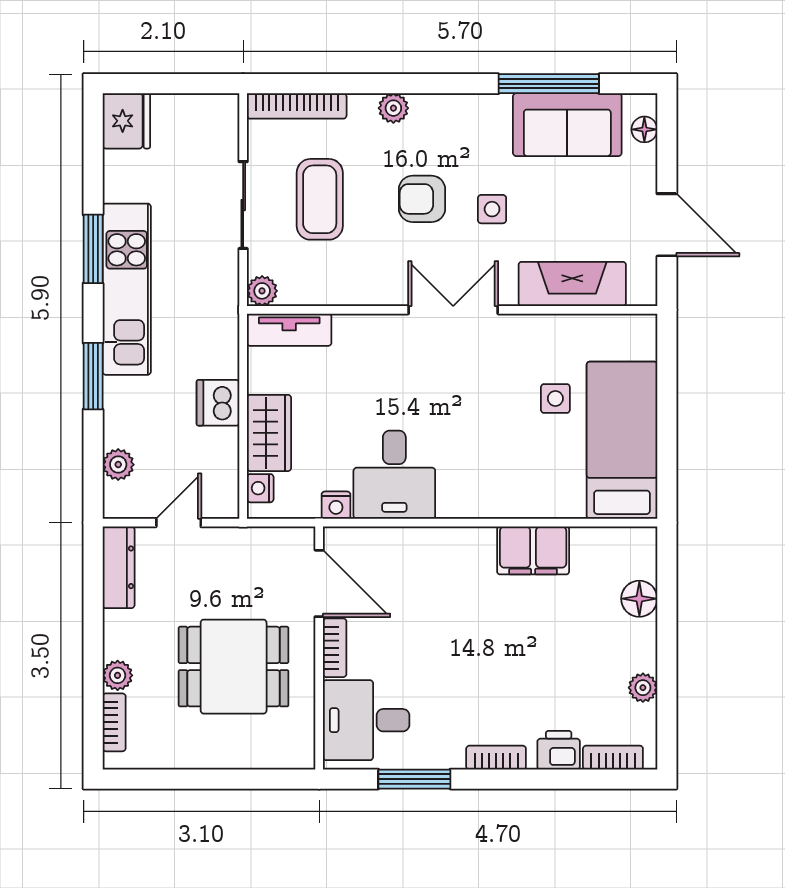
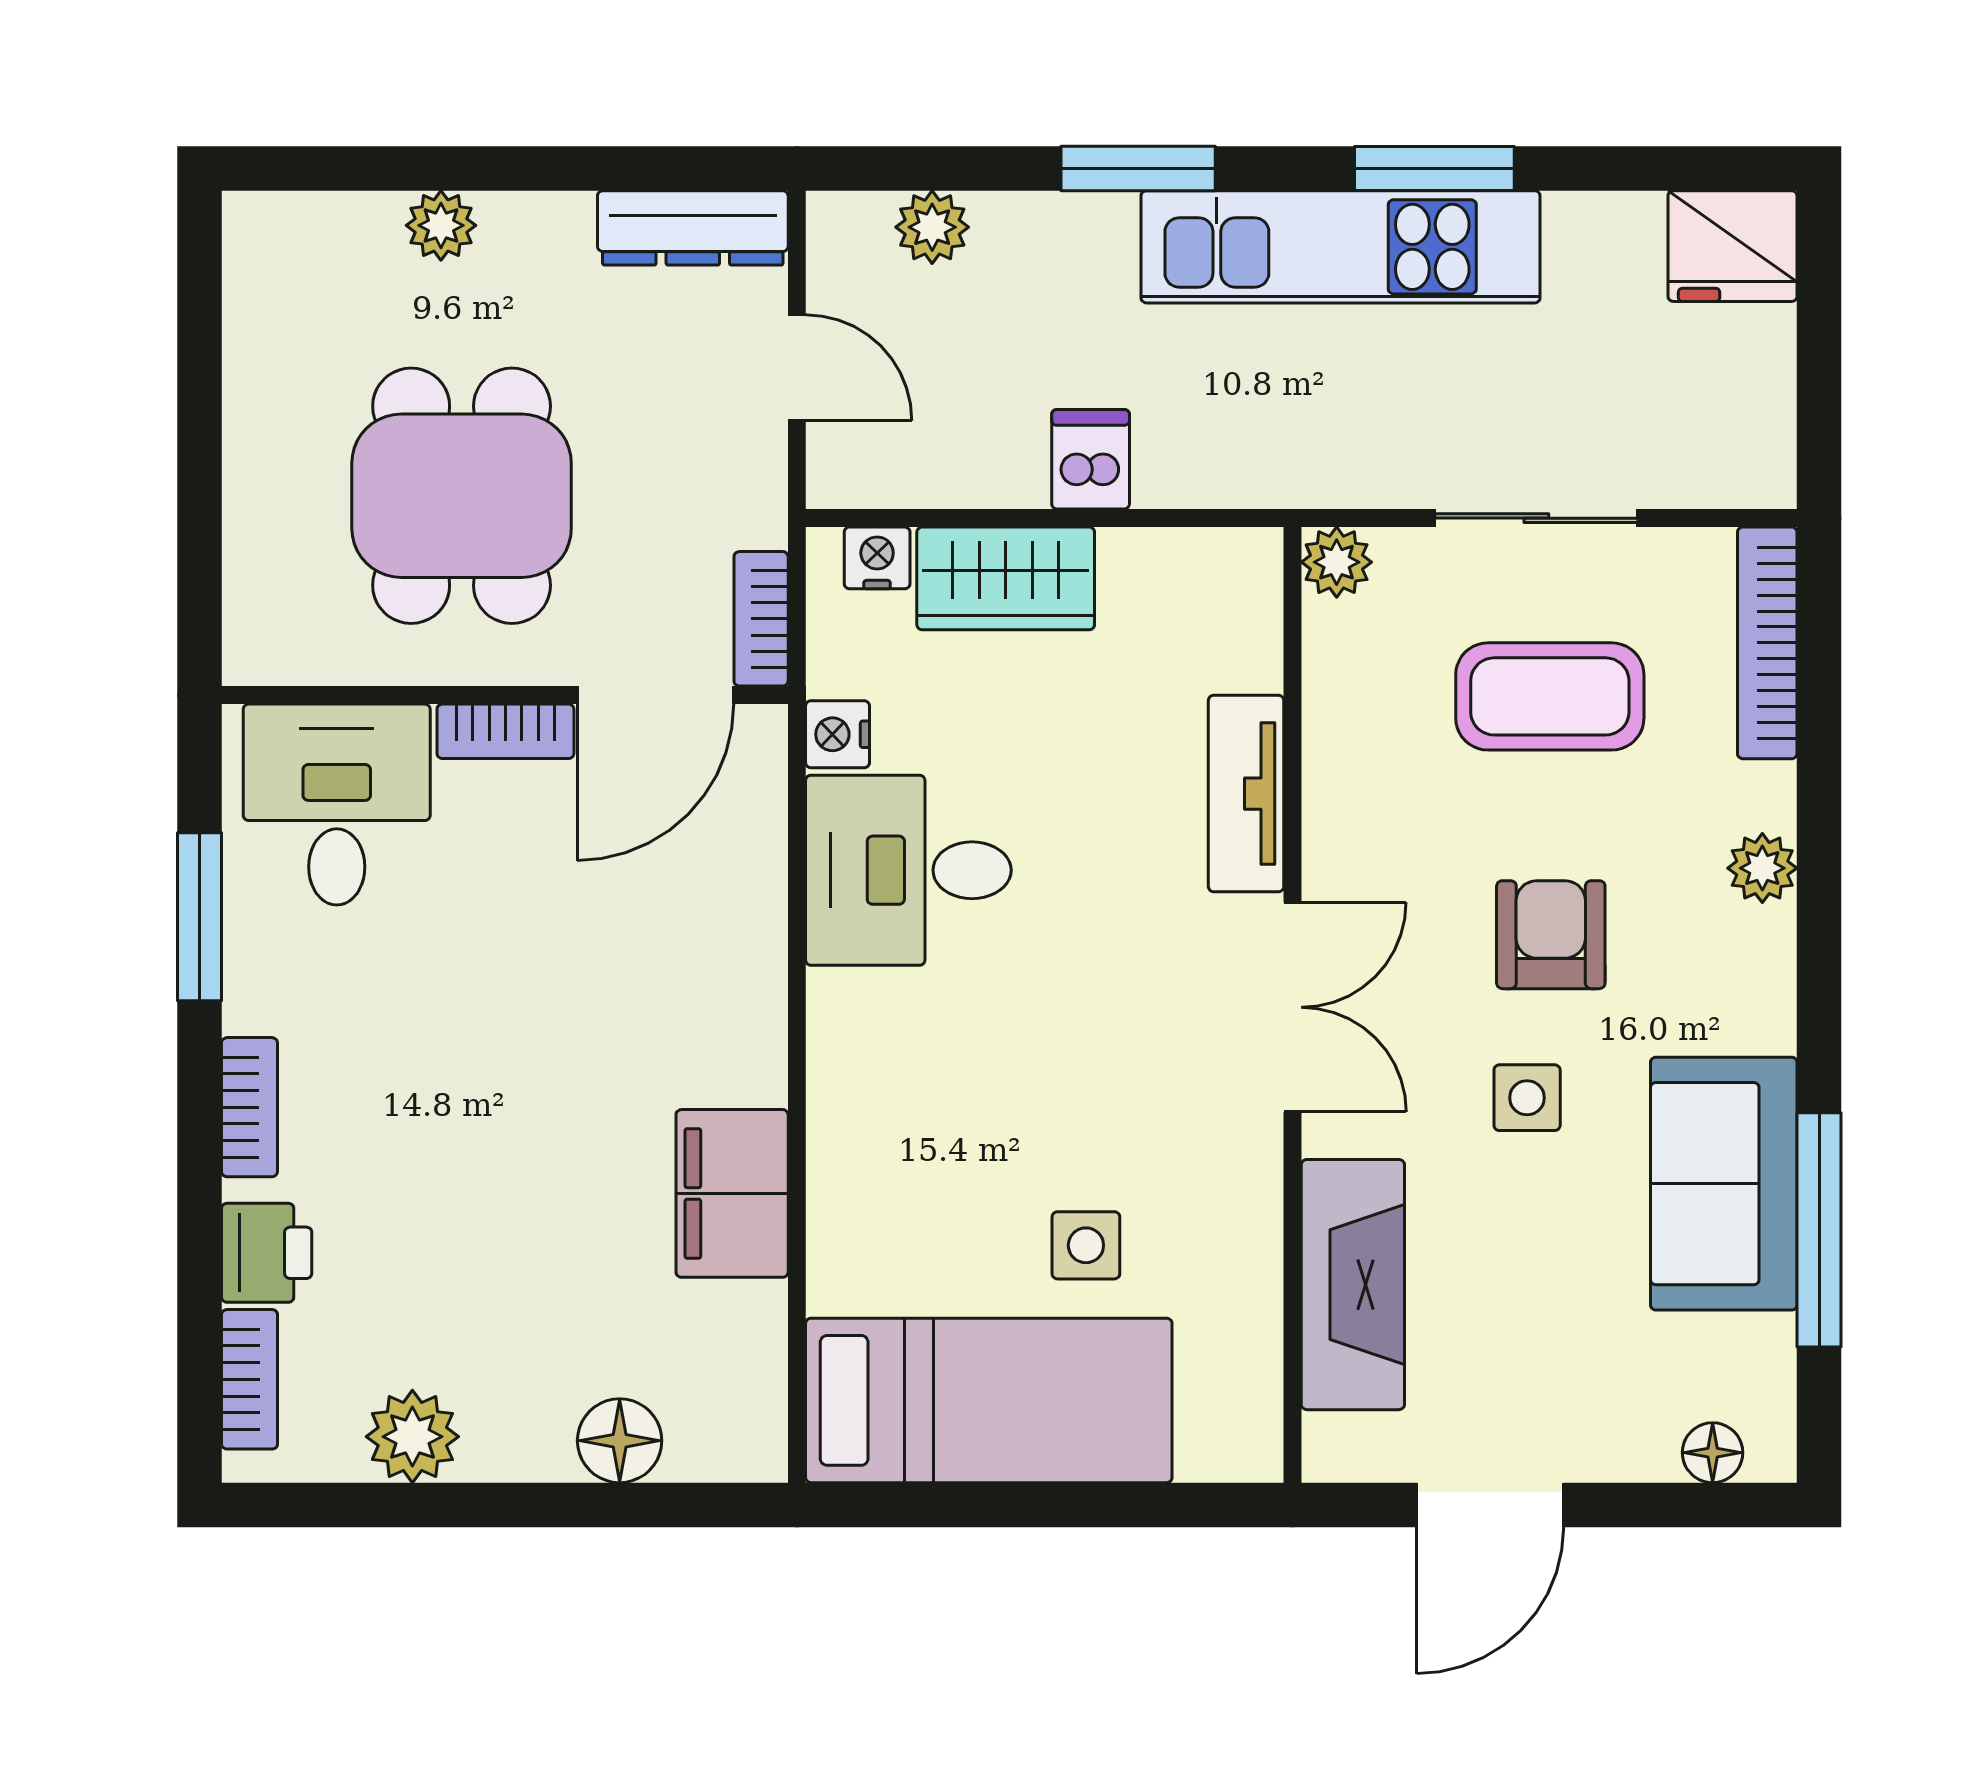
sofa: (567, 125) -> (1724, 1184), moved
tv unit: (289, 330) -> (1246, 794), moved
dishwasher: (218, 403) -> (1091, 459), width x0.73
plant: (643, 688) -> (412, 1437), width x1.38, depth x1.38
bookcase: (114, 722) -> (761, 619), moved, turned 90

